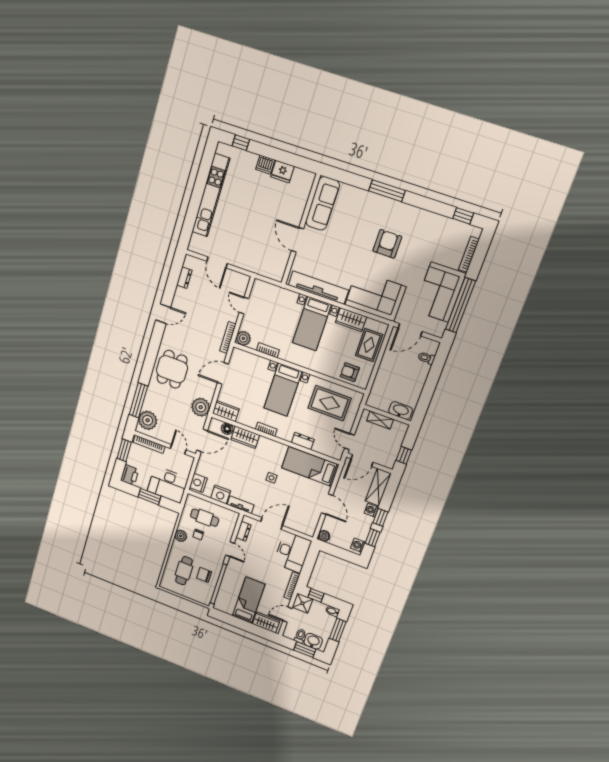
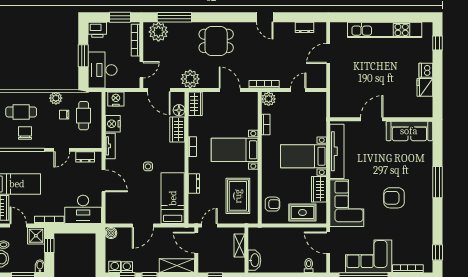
armchair: (387, 244) -> (394, 198), turned 180
armchair: (350, 372) -> (272, 204), turned 90
washing machine: (371, 510) -> (127, 267), moved

